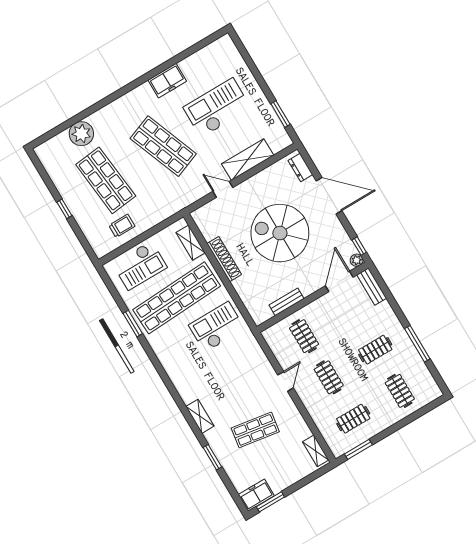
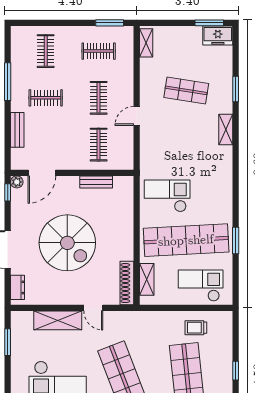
shoe rack: (224, 259) -> (127, 283), moved
bench: (372, 287) -> (17, 130), moved
checkout: (217, 327) -> (167, 196), turned 180

